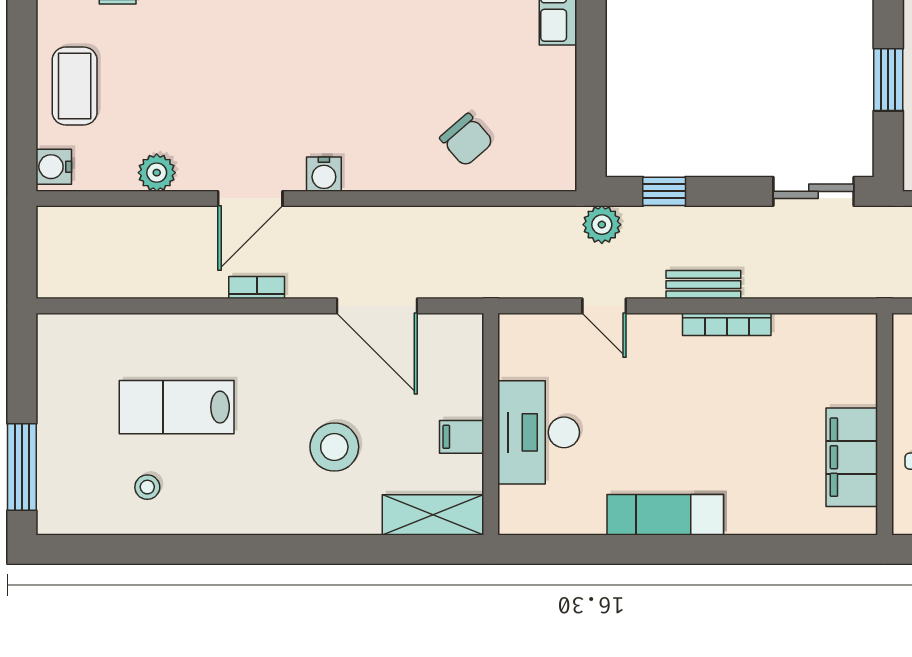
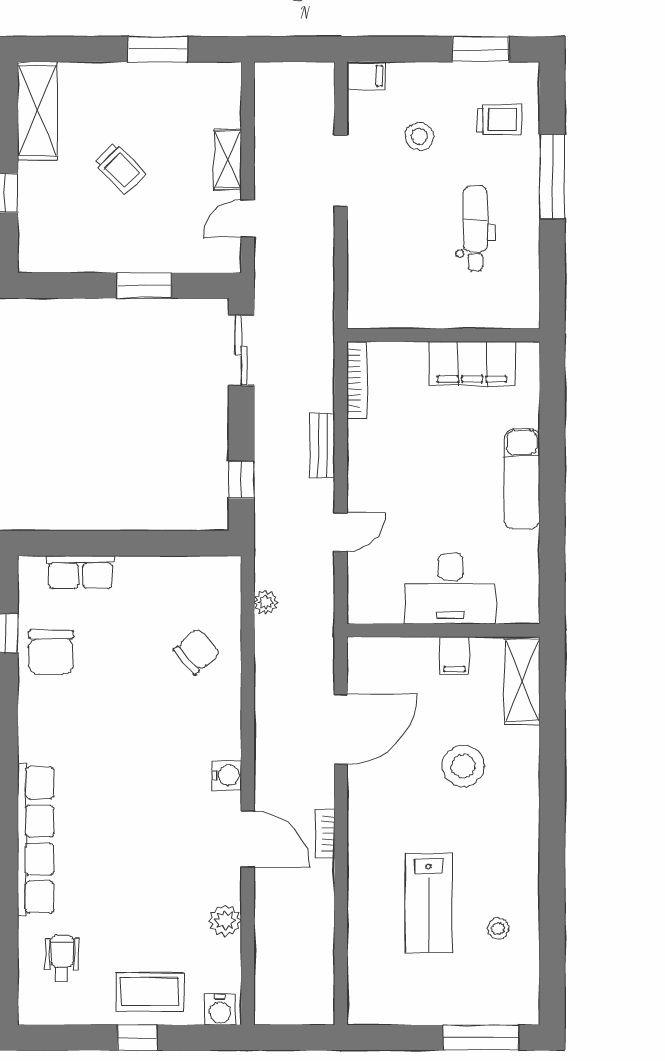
window: (22, 72) -> (137, 1038), added
plant: (602, 225) -> (266, 602), moved, width x0.73, depth x0.73
bookcase: (727, 324) -> (357, 380), moved
wall: (885, 424) -> (443, 335), moved
filing cabinet: (852, 457) -> (472, 364), moved

